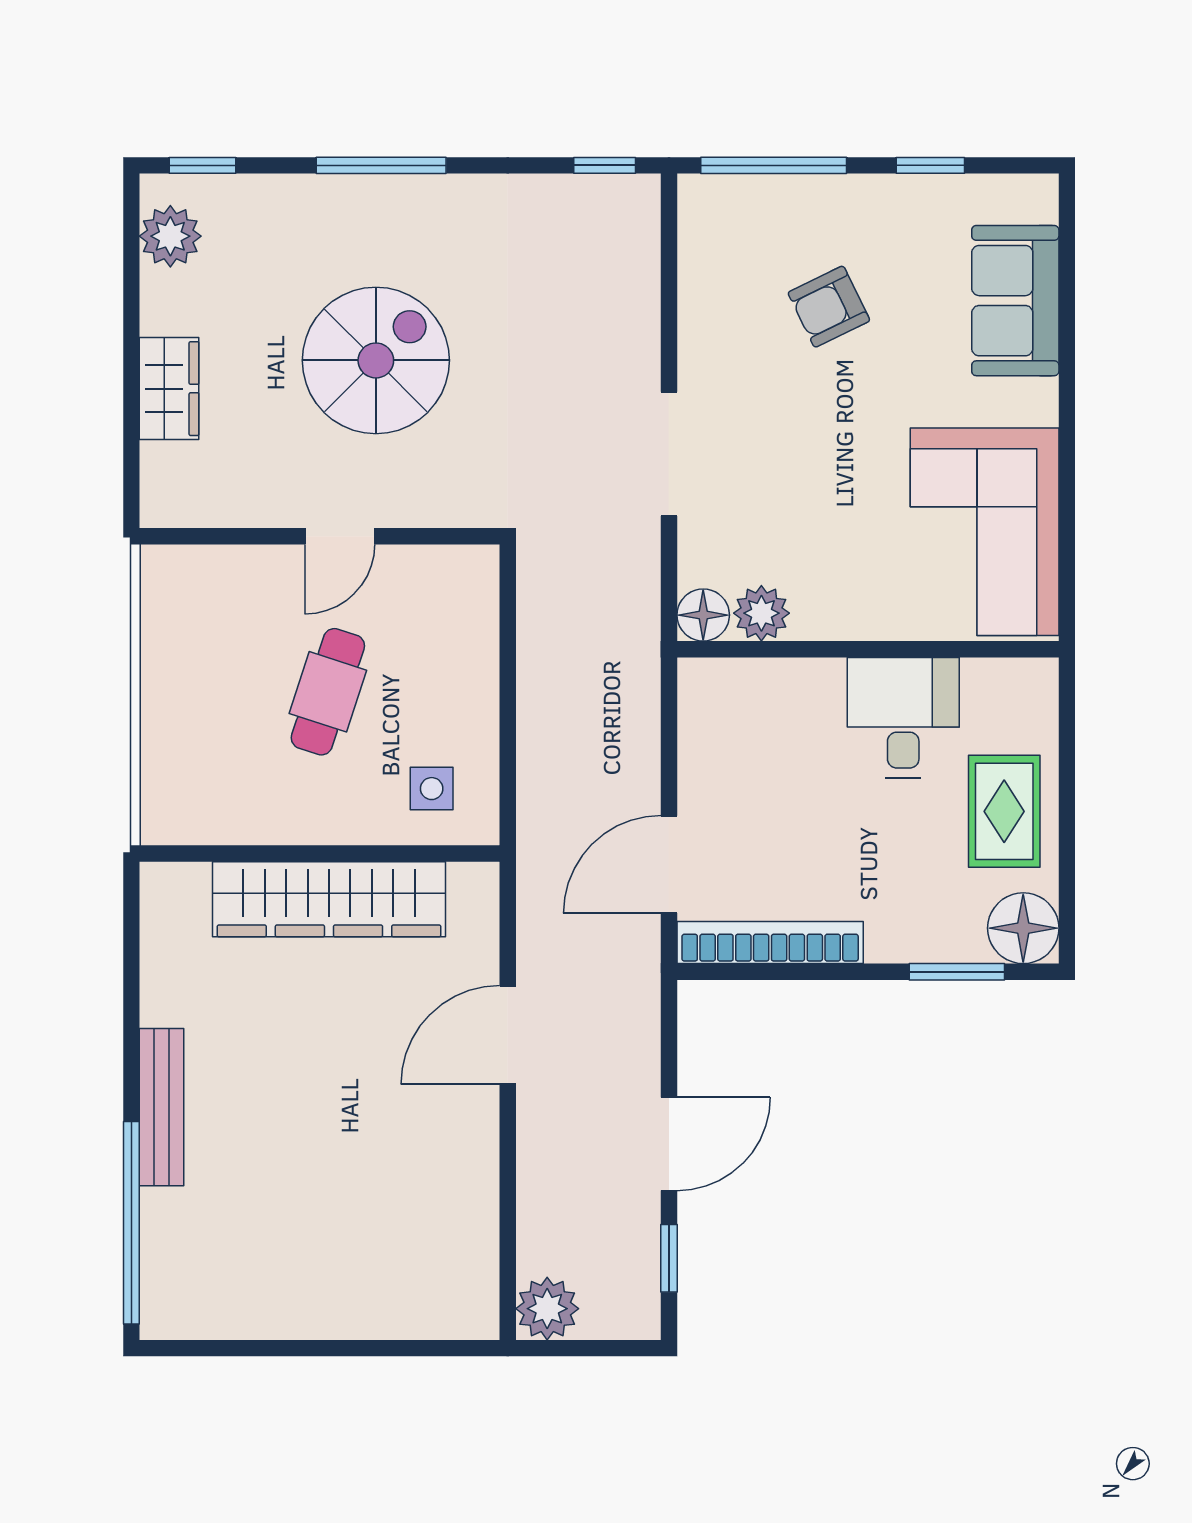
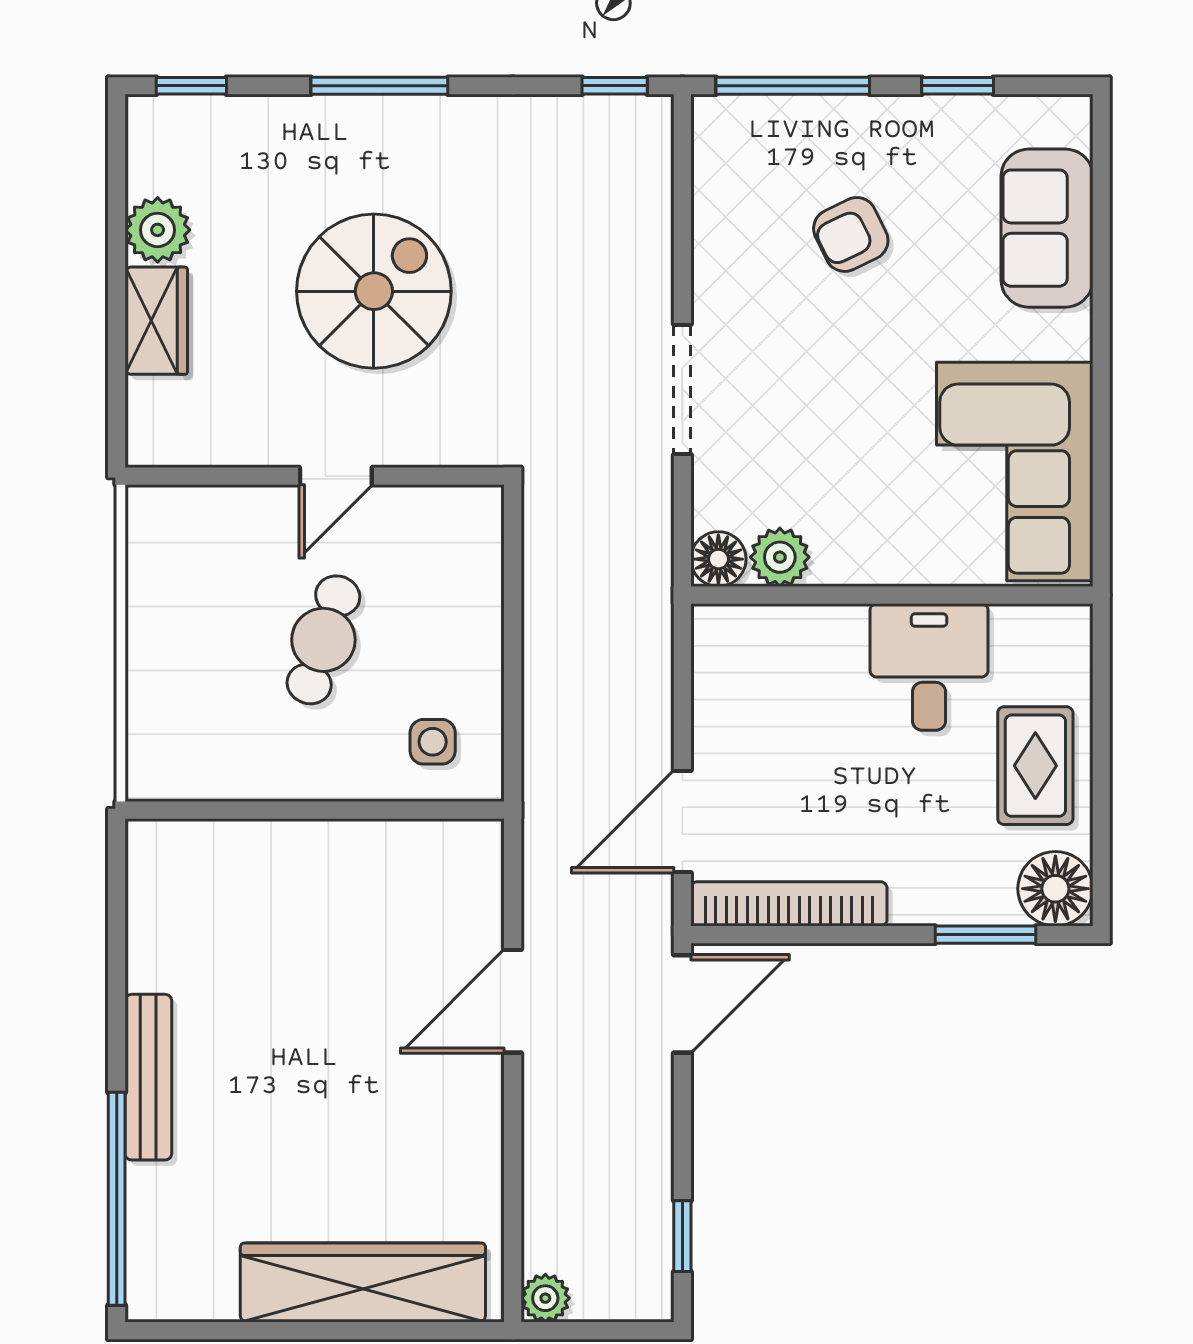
plant: (170, 236) -> (158, 230), moved
wardrobe: (329, 899) -> (363, 1283), moved, turned 180
door: (669, 1144) -> (682, 1004), moved
plant: (547, 1309) -> (545, 1298), width x0.73, depth x0.73

